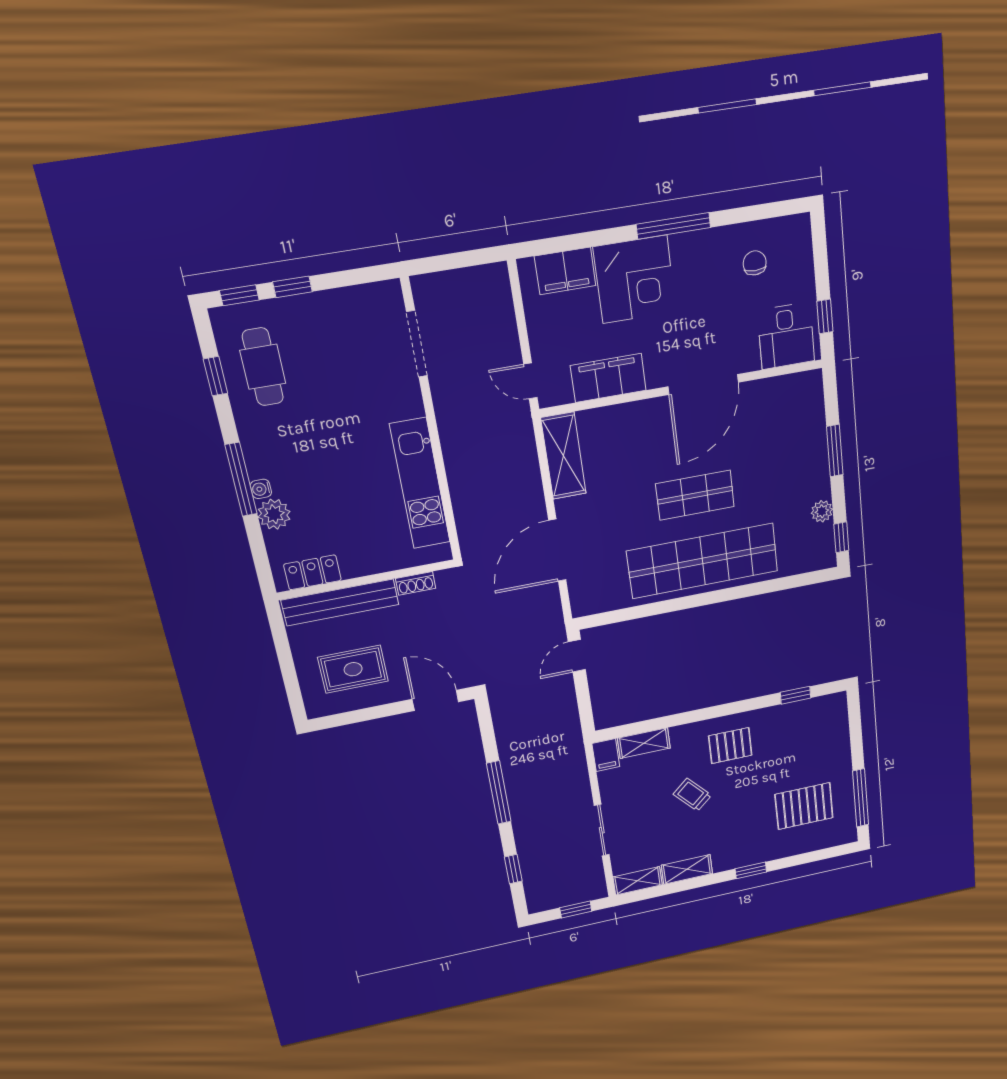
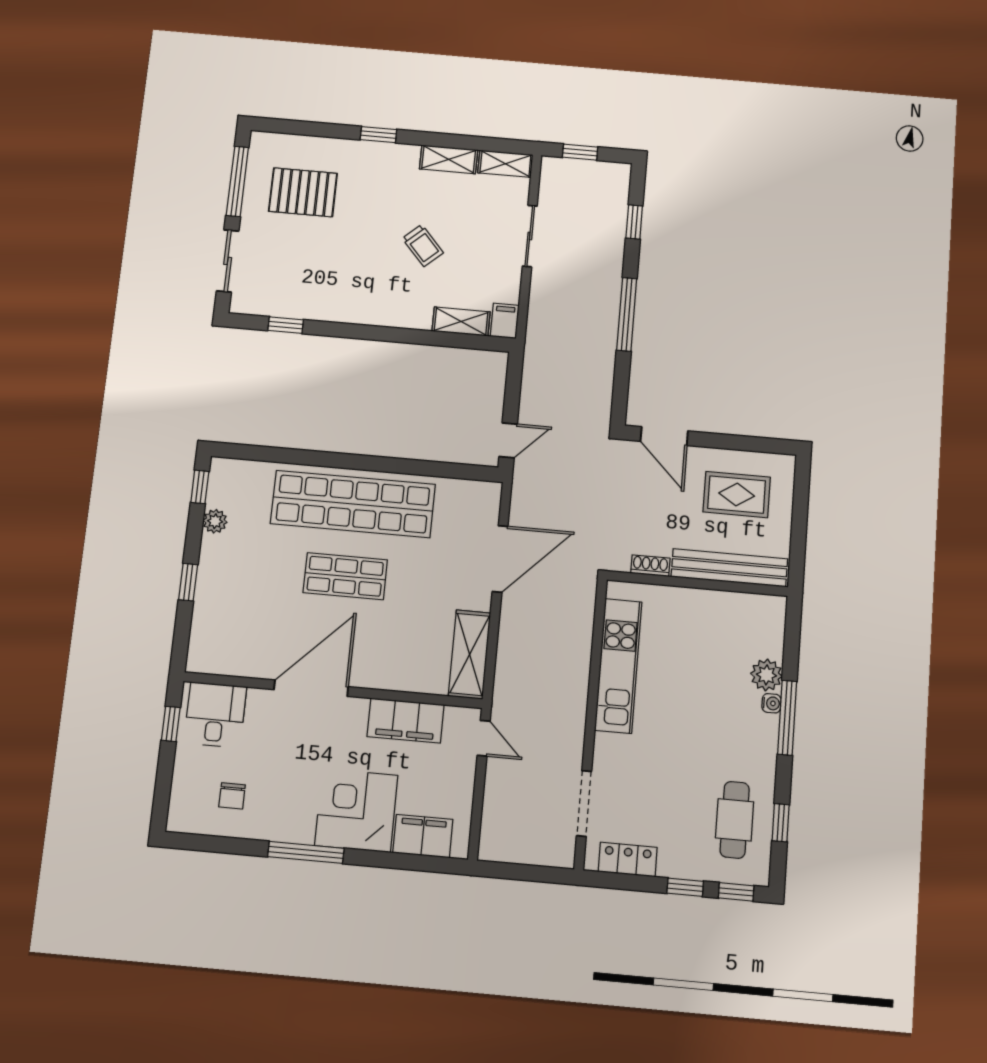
window: (835, 451) -> (188, 582), width x0.67
locker: (312, 572) -> (628, 859), moved, turned 180
sliding door: (856, 733) -> (228, 261), added
pallet: (730, 746) -> (369, 289), removed

